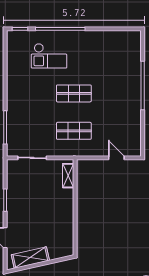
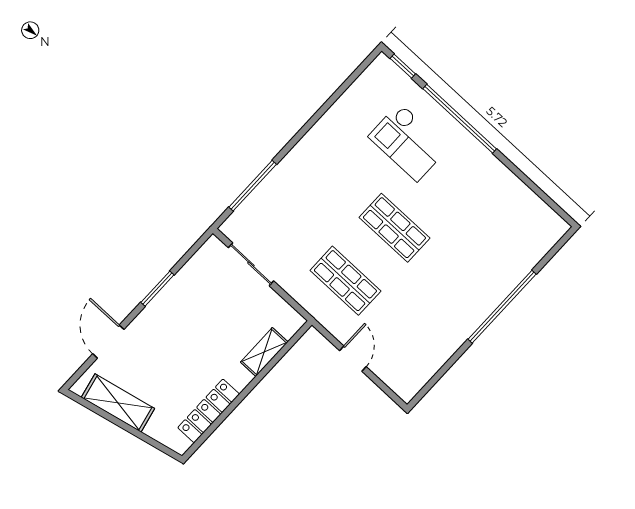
door: (116, 158) -> (353, 359), moved
shelving: (68, 176) -> (264, 352), moved
locker: (68, 229) -> (209, 411), added

